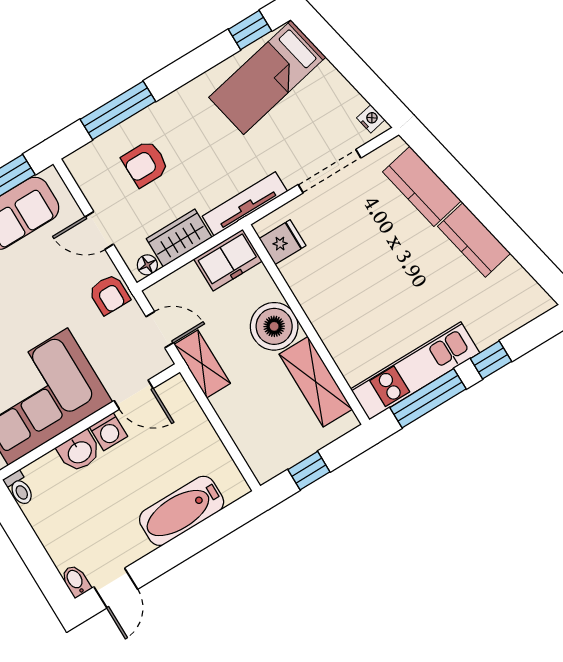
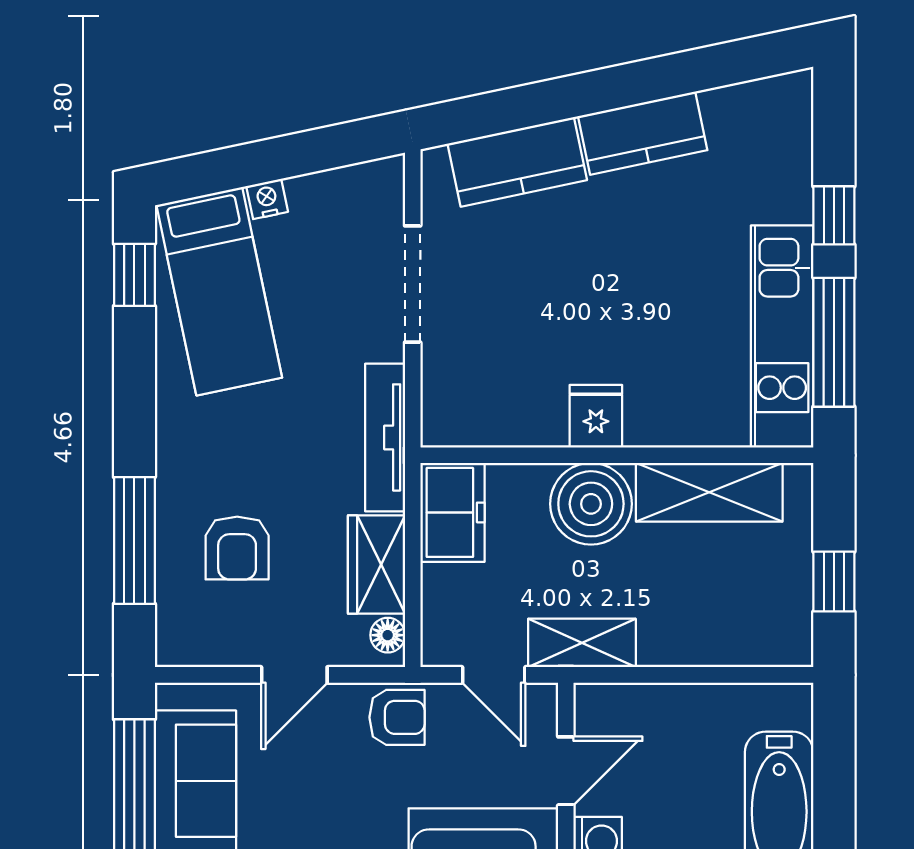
nightstand: (371, 119) -> (267, 199), moved
fridge: (283, 242) -> (596, 416), moved
door: (160, 330) -> (494, 675), swing flipped

